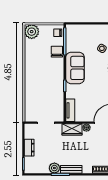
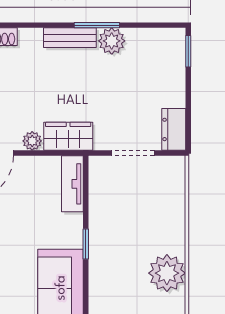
plant: (32, 74) -> (167, 273), added
dresser: (29, 148) -> (174, 129), moved

